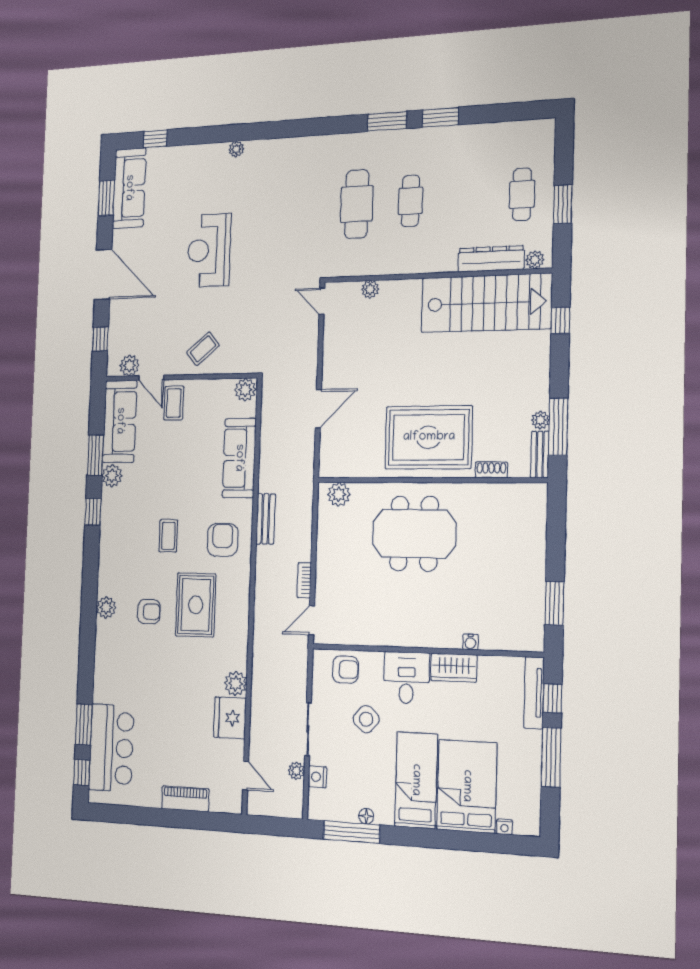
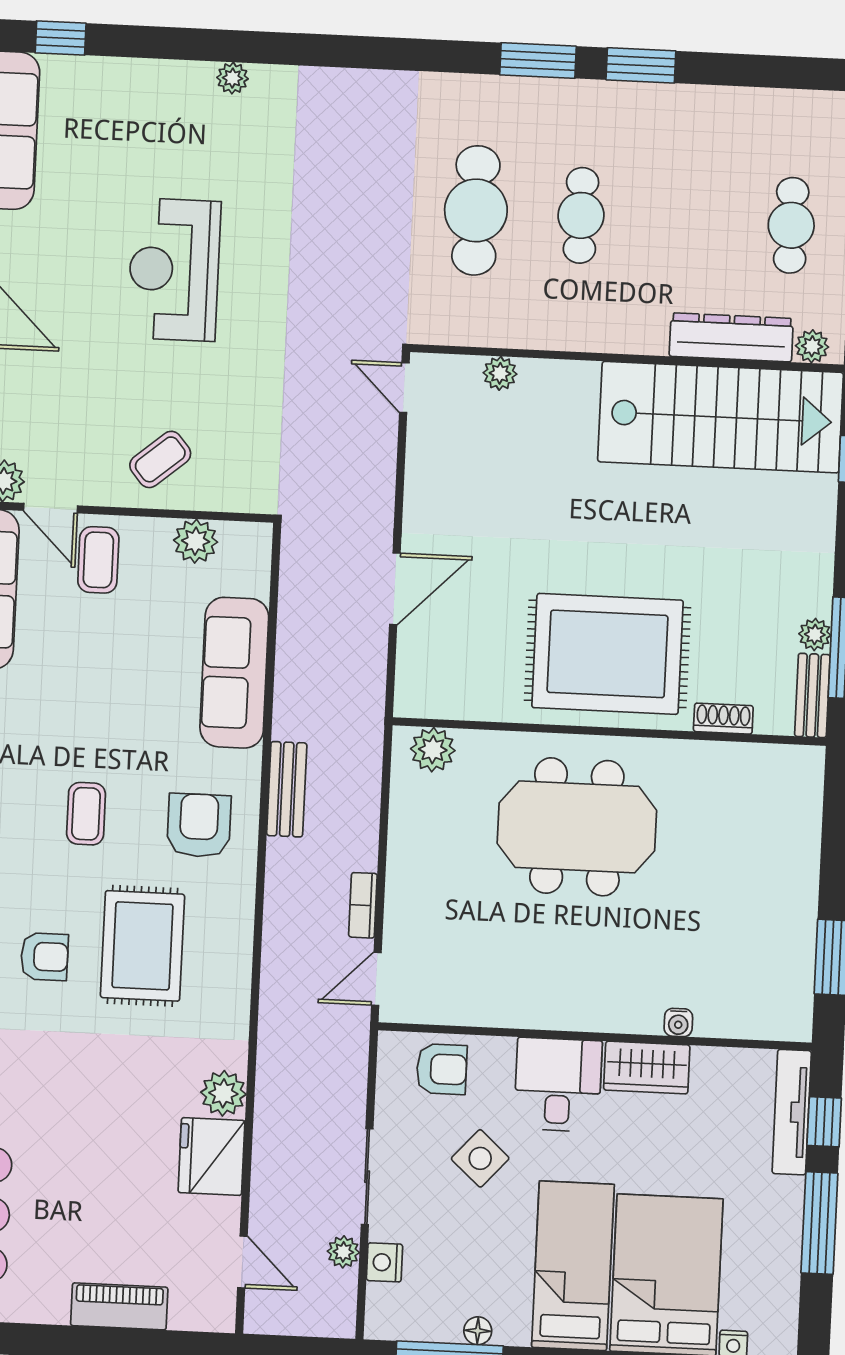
plant: (245, 390) -> (196, 541), moved

